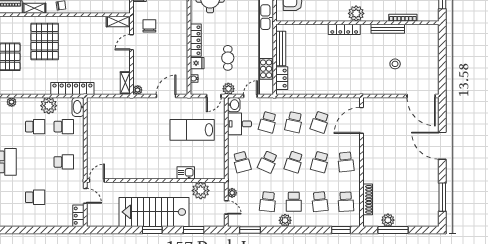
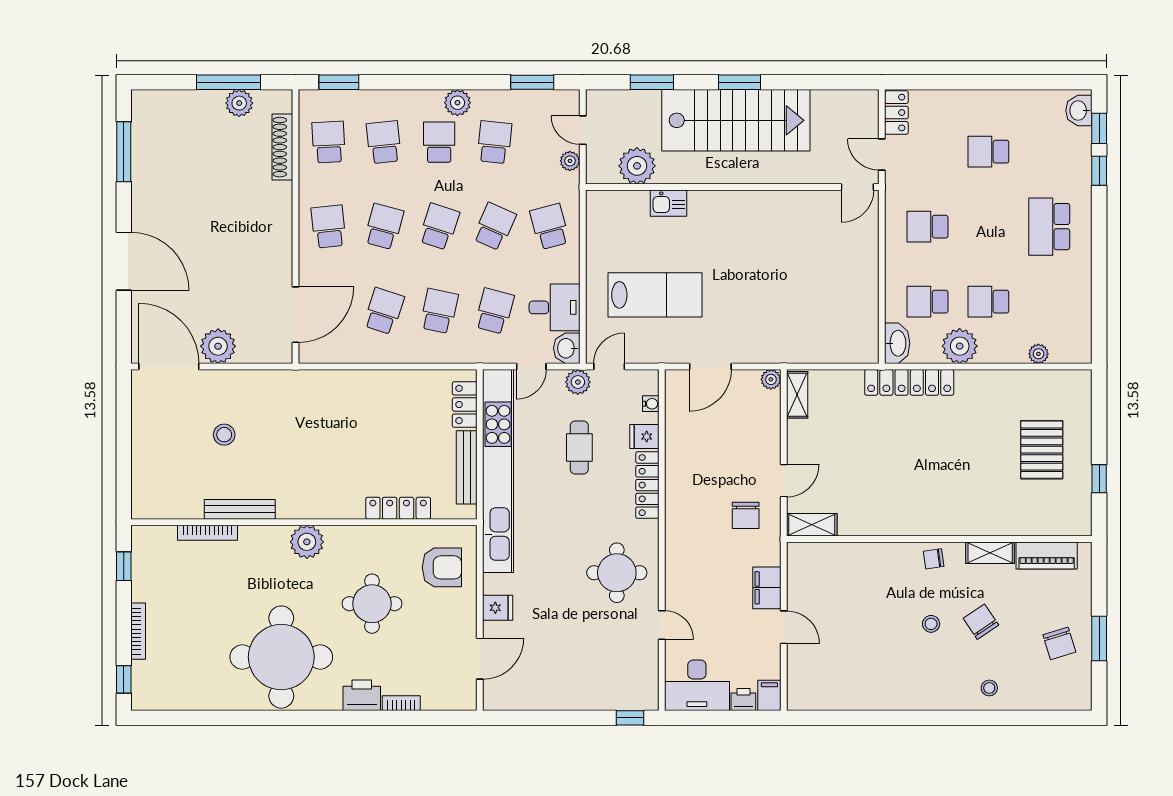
locker: (344, 29) -> (398, 508), moved
pallet: (45, 42) -> (968, 482), removed
plant: (398, 106) -> (218, 346), added

